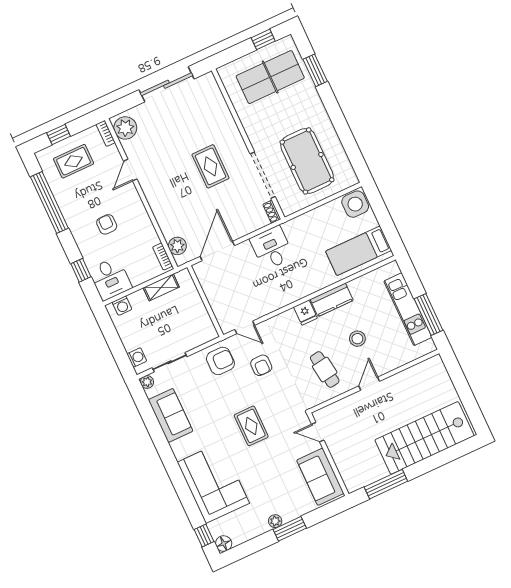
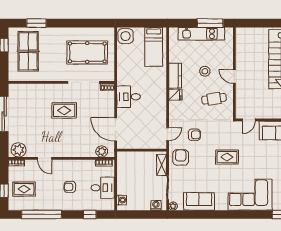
rug: (74, 161) -> (24, 189), turned 90
desk: (110, 279) -> (103, 188), moved
shelving: (161, 287) -> (162, 165), moved

